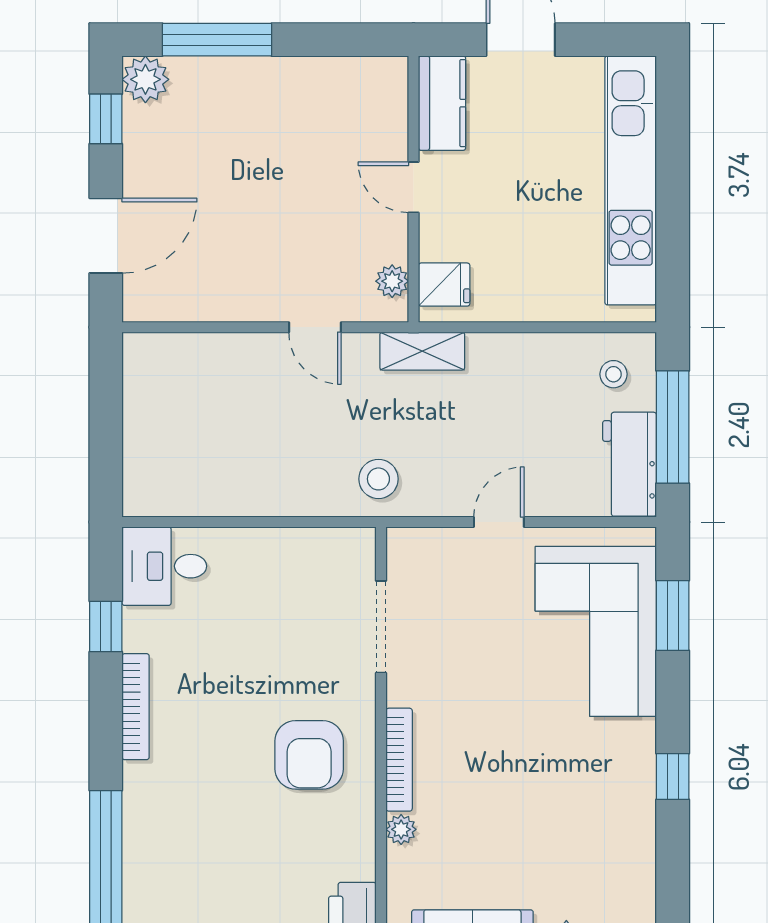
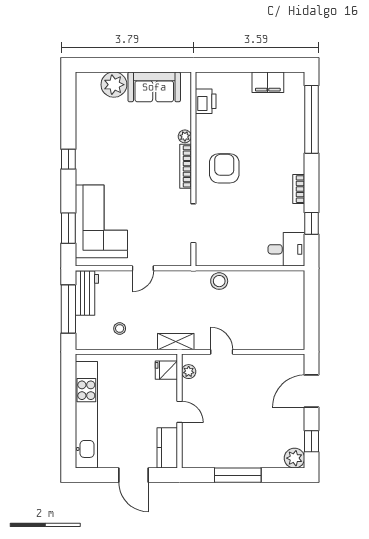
window: (217, 40) -> (238, 475), moved
stool: (613, 374) -> (120, 329), moved
stool: (378, 479) -> (219, 281), moved
bookcase: (136, 707) -> (299, 189), width x0.64

